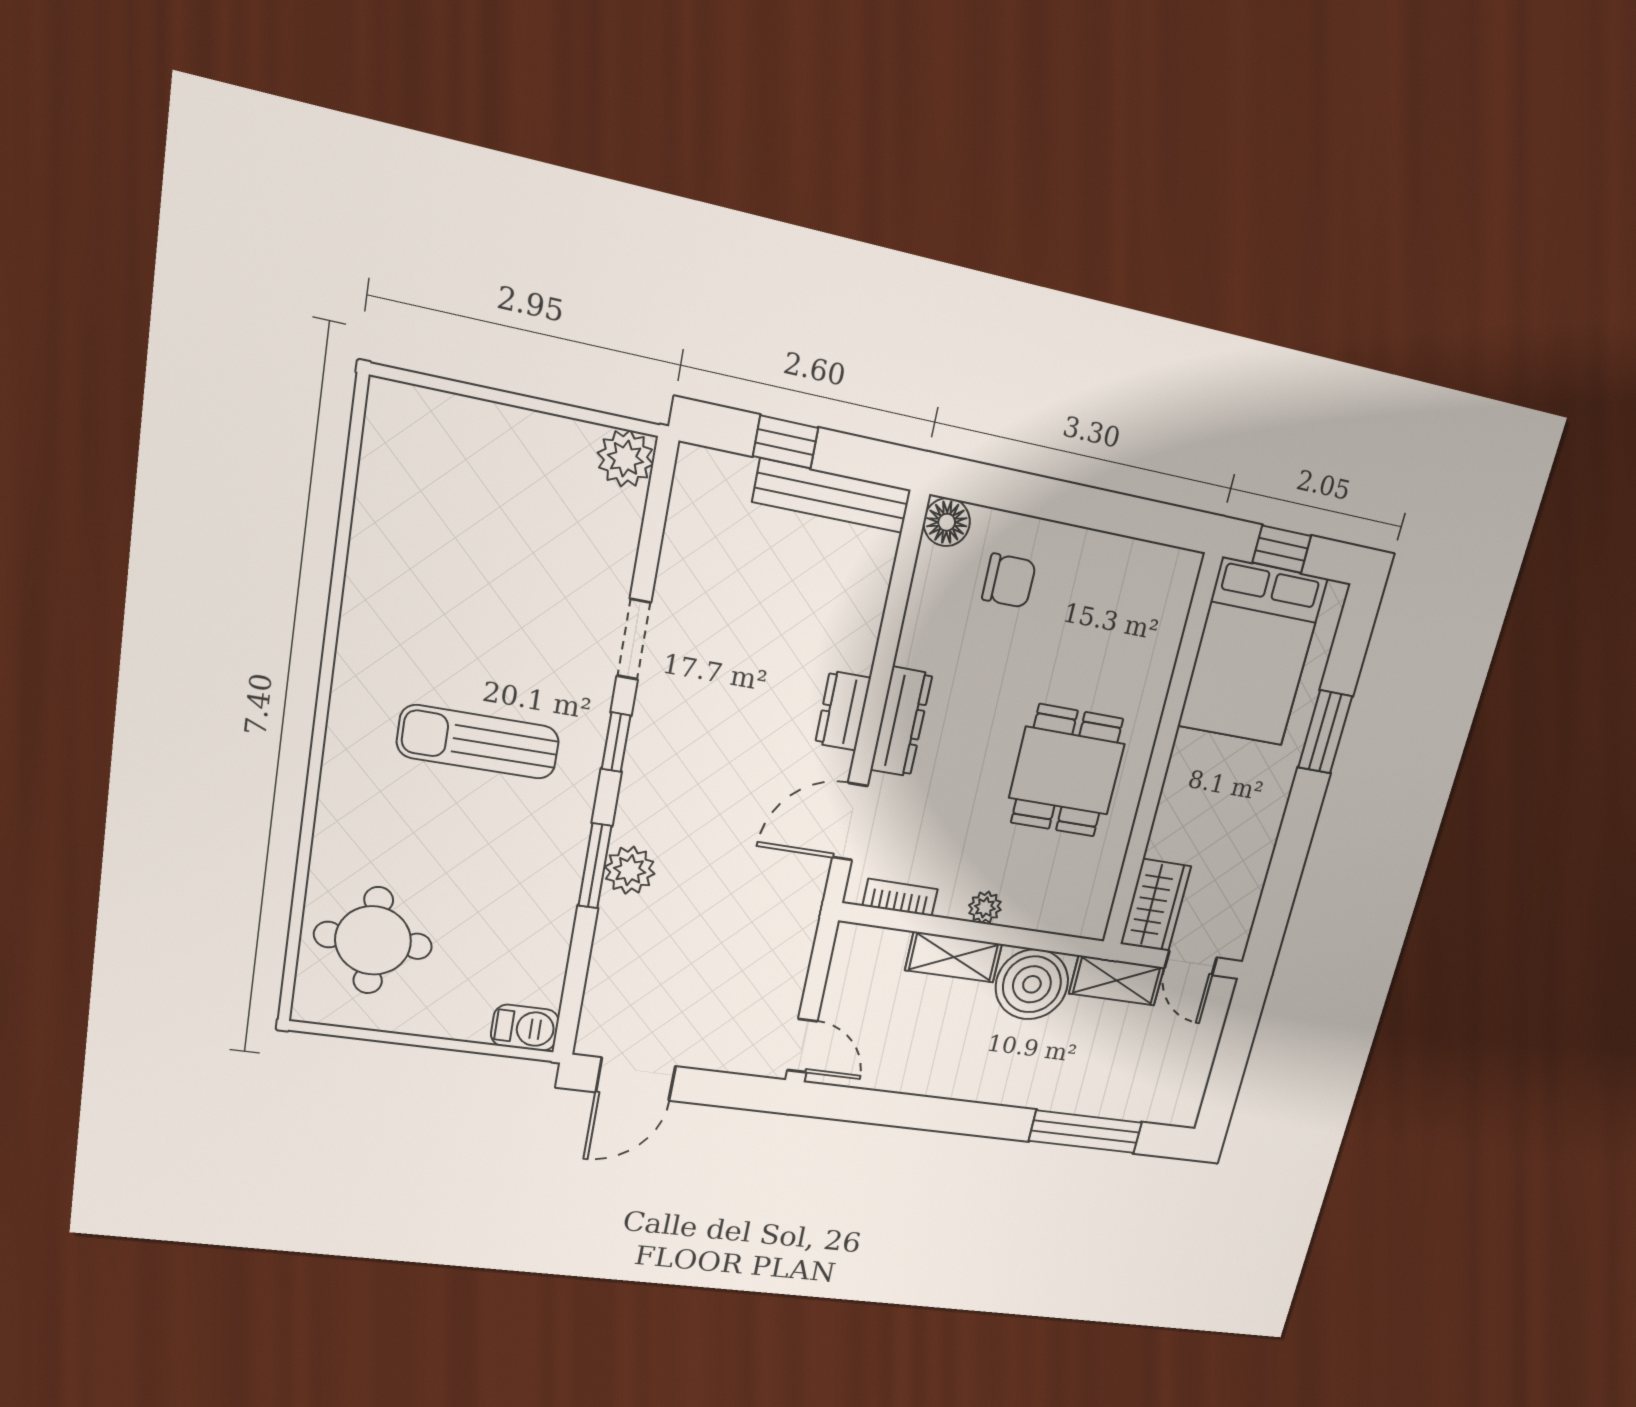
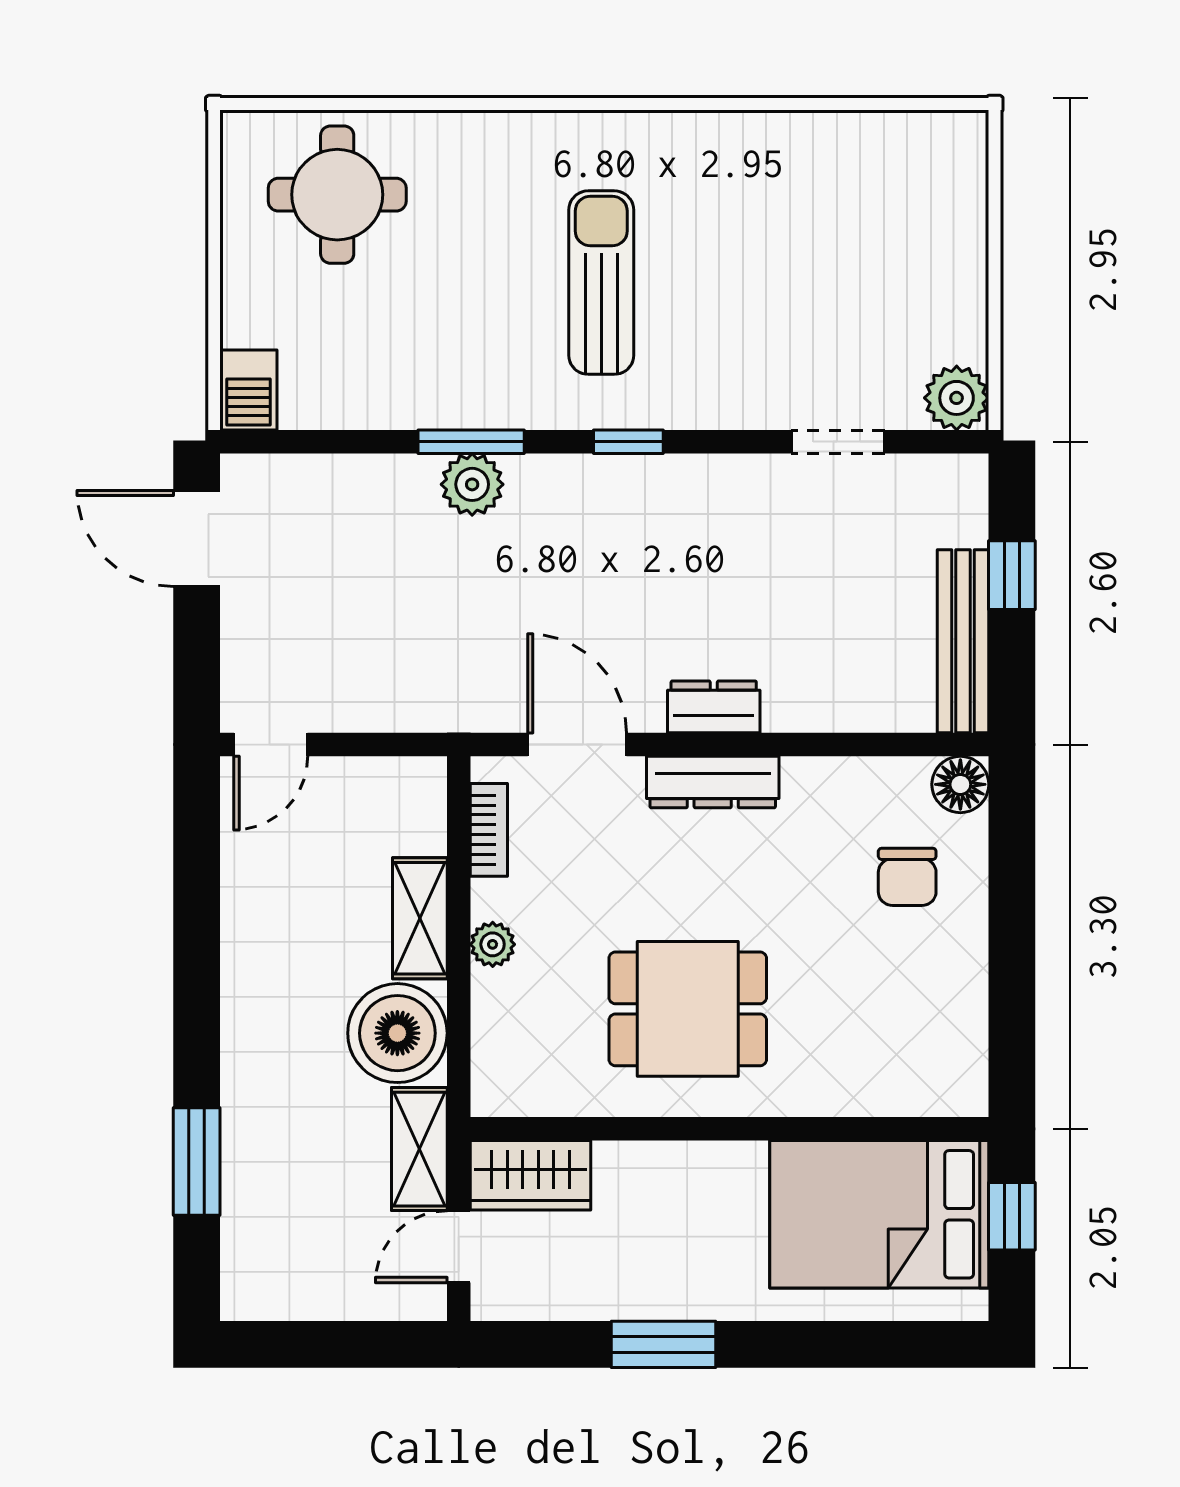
doorway: (634, 639) -> (838, 442), moved
window: (1325, 732) -> (664, 1344), moved
window: (1085, 1132) -> (197, 1162), width x0.69

